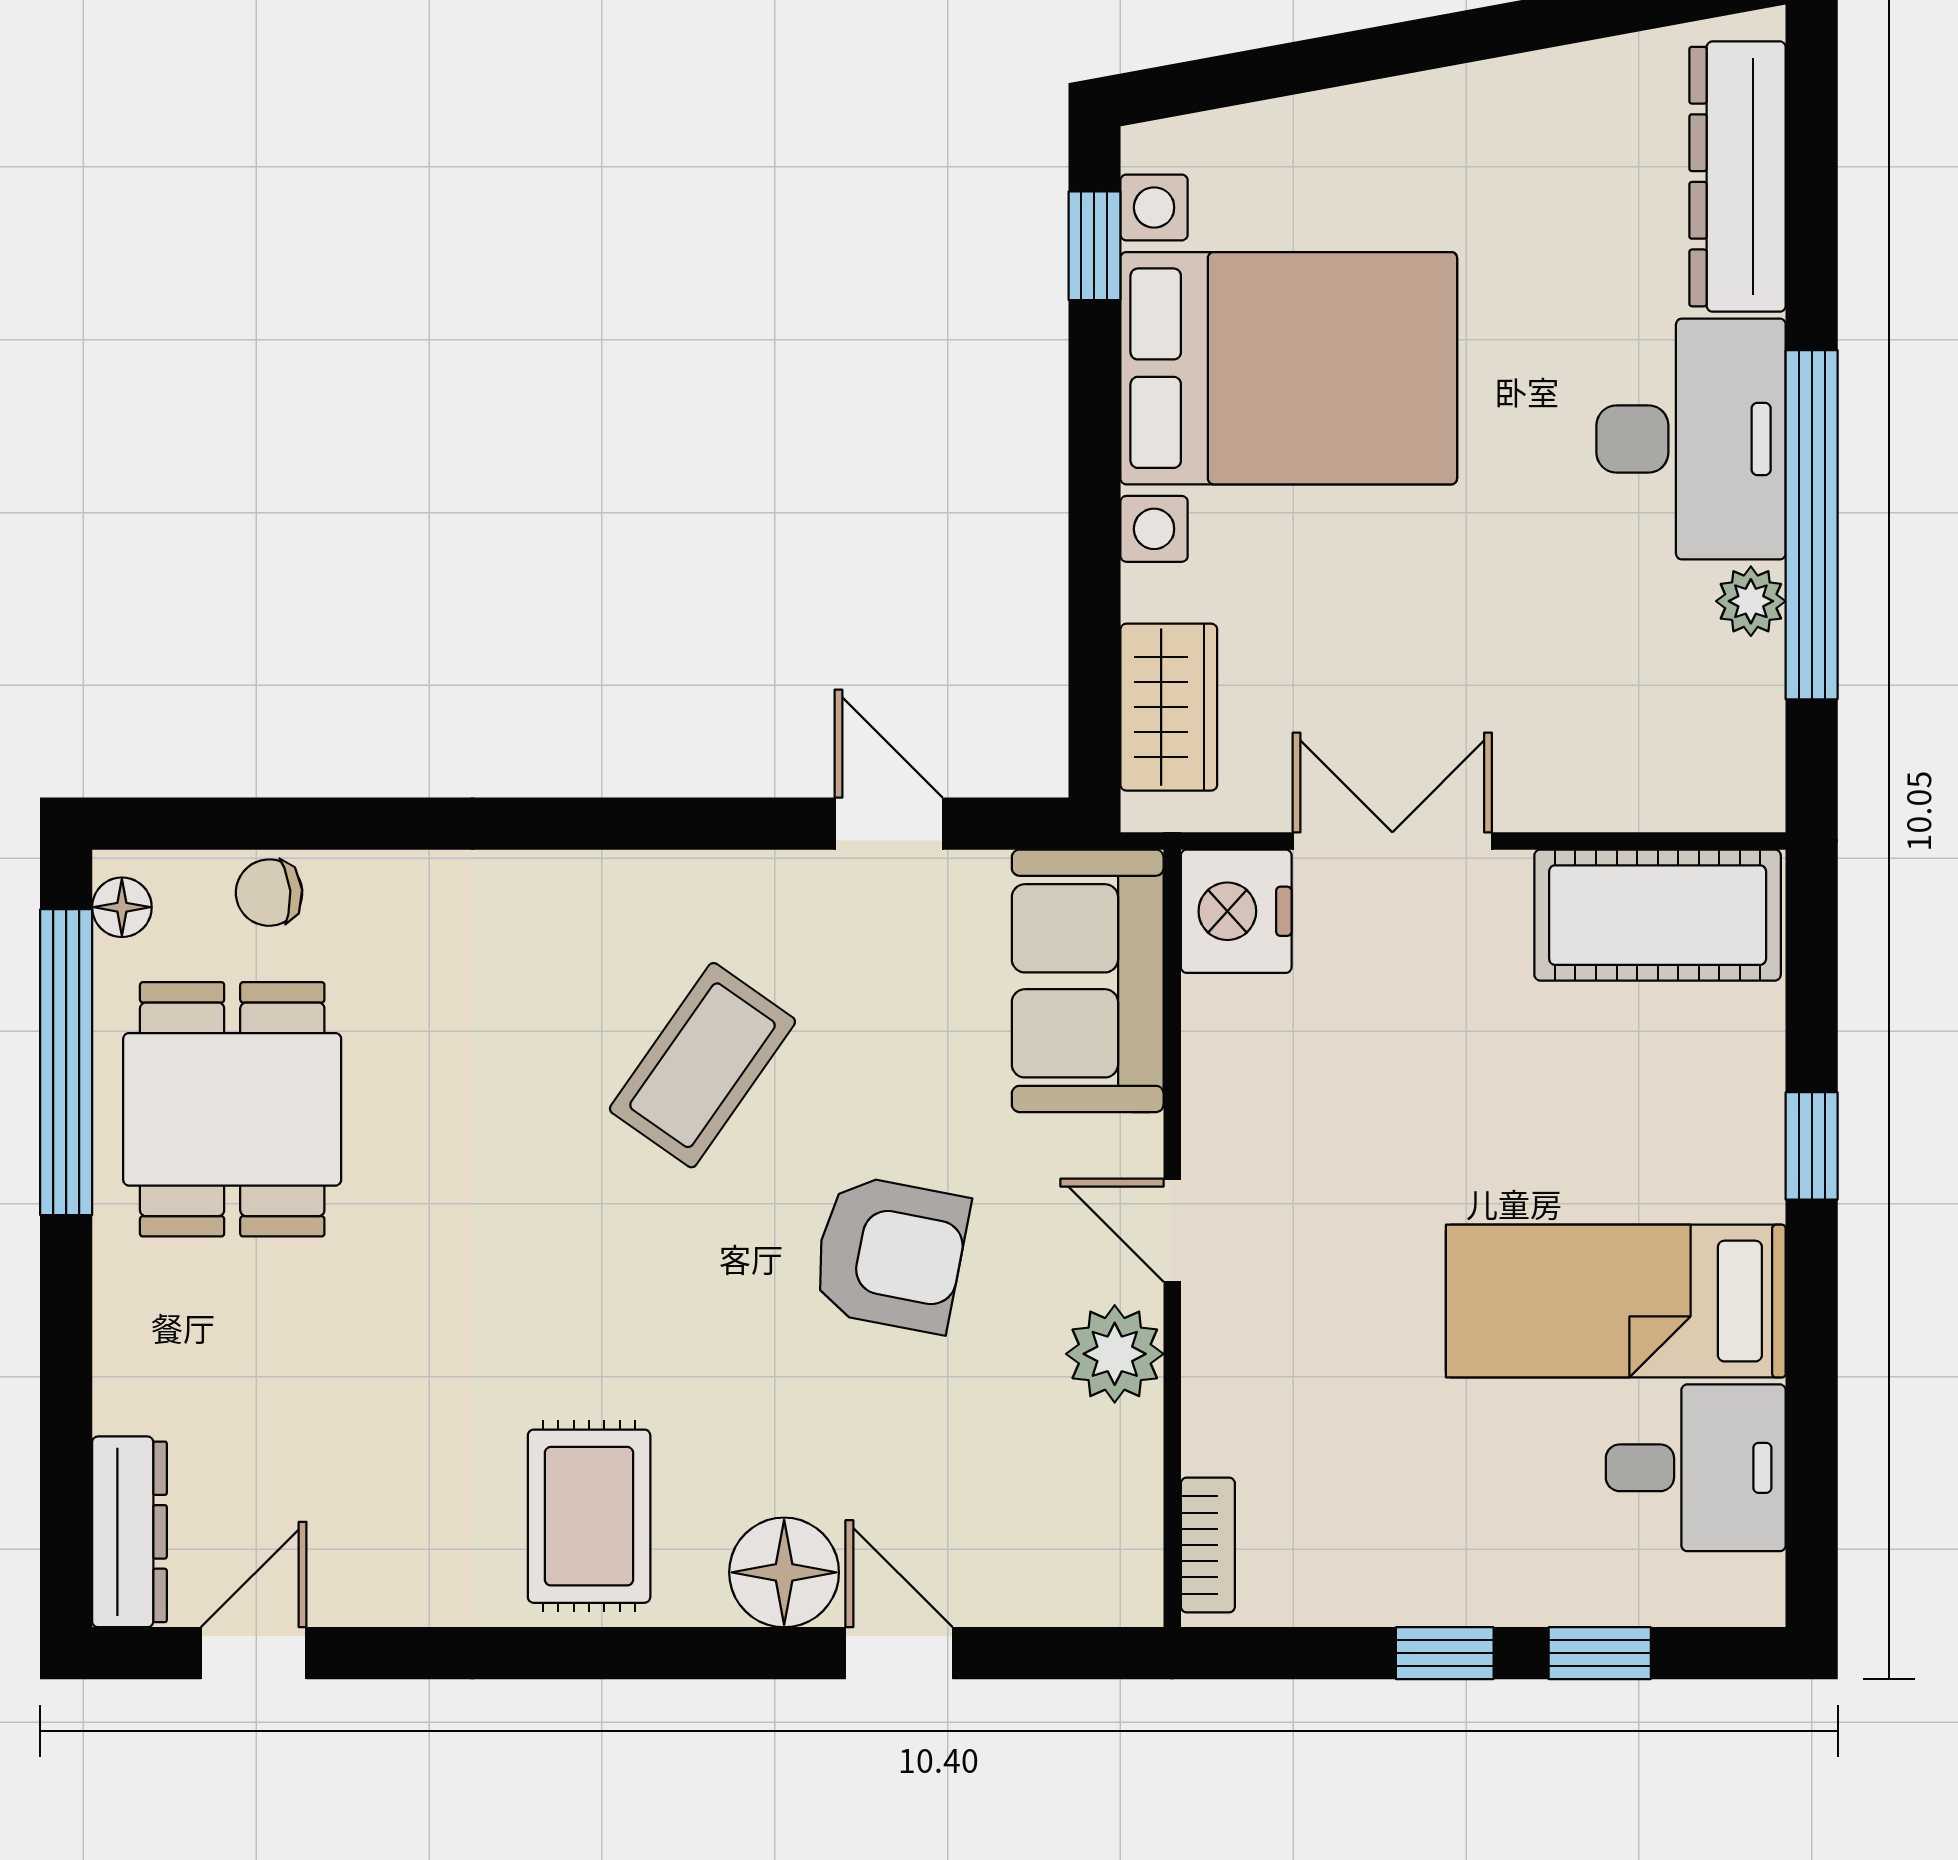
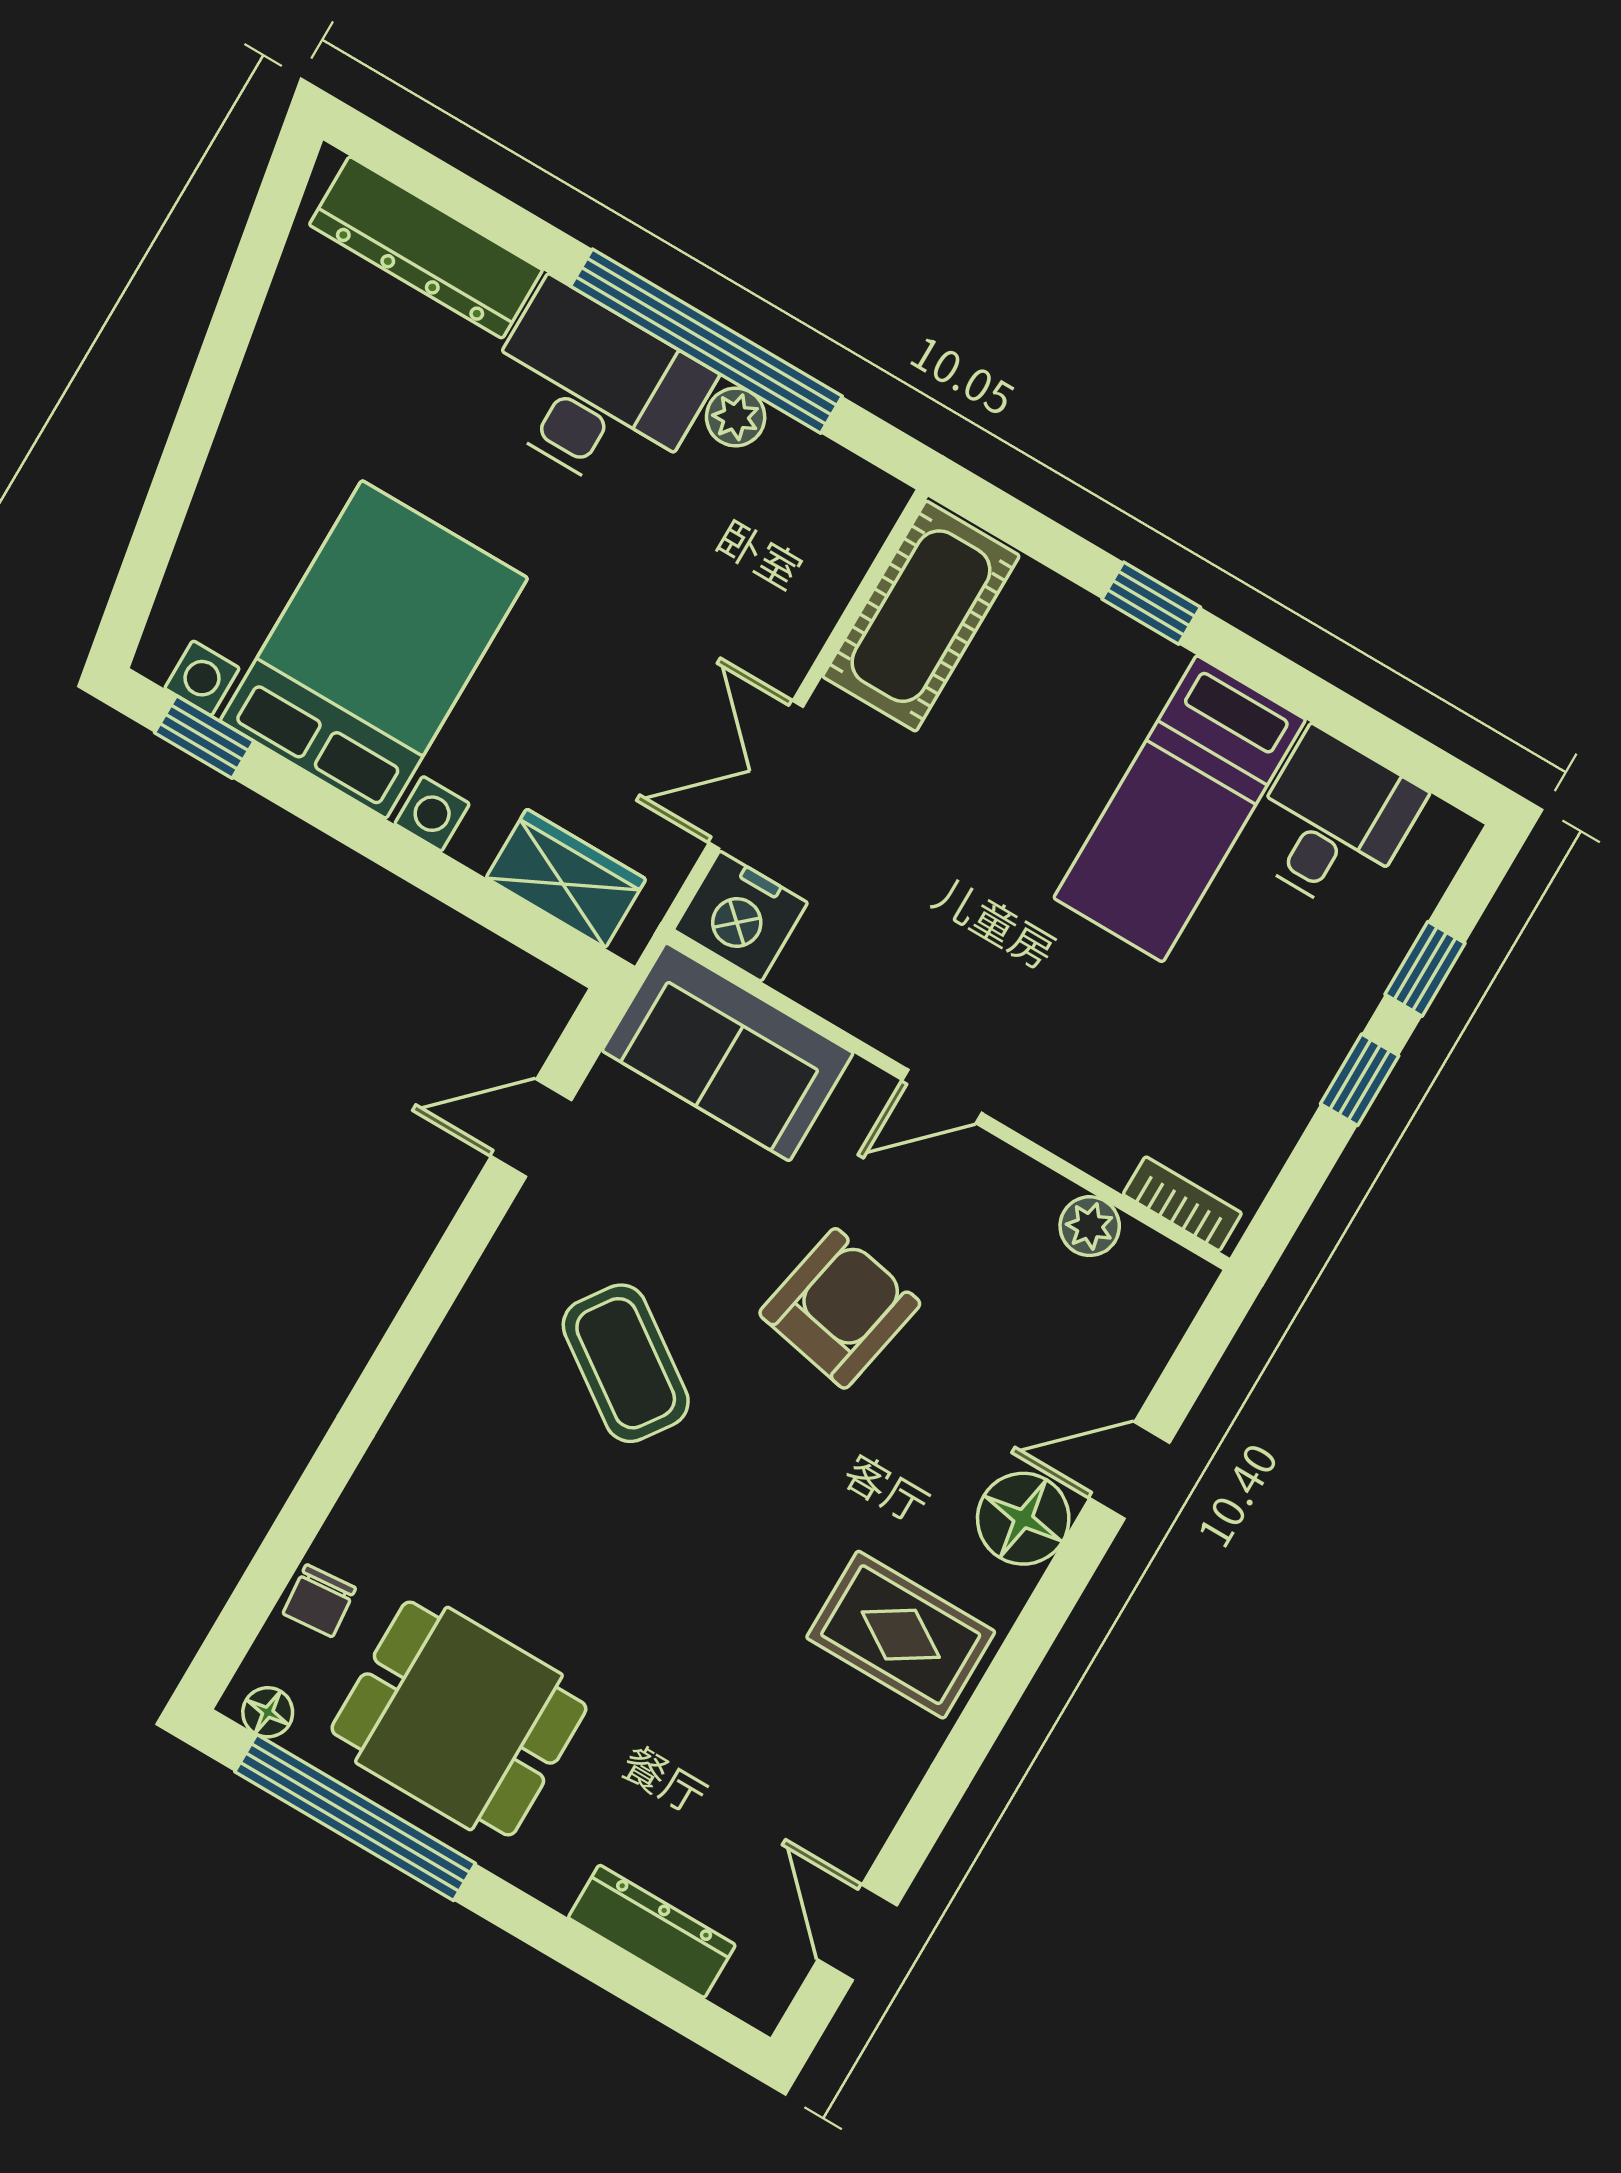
plant: (1115, 1354) -> (1090, 1226), moved, width x0.73, depth x0.73
dresser: (129, 1532) -> (652, 1931), moved

